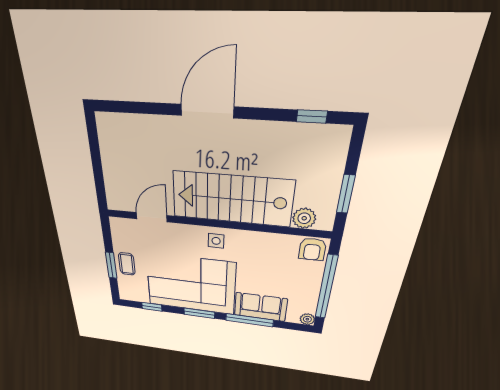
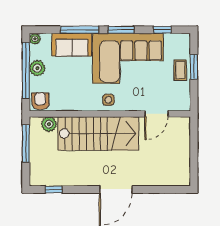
window: (346, 194) -> (26, 144), width x1.44
plant: (310, 288) -> (37, 68), added

